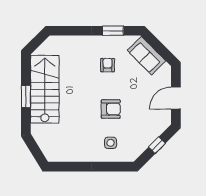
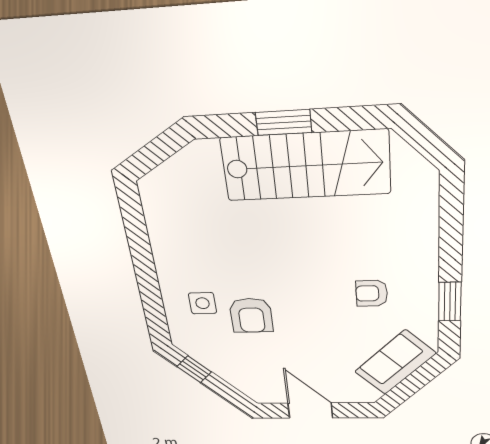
armchair: (107, 65) -> (372, 293), turned 180
armchair: (111, 109) -> (251, 315), moved
window: (157, 145) -> (194, 369), moved

